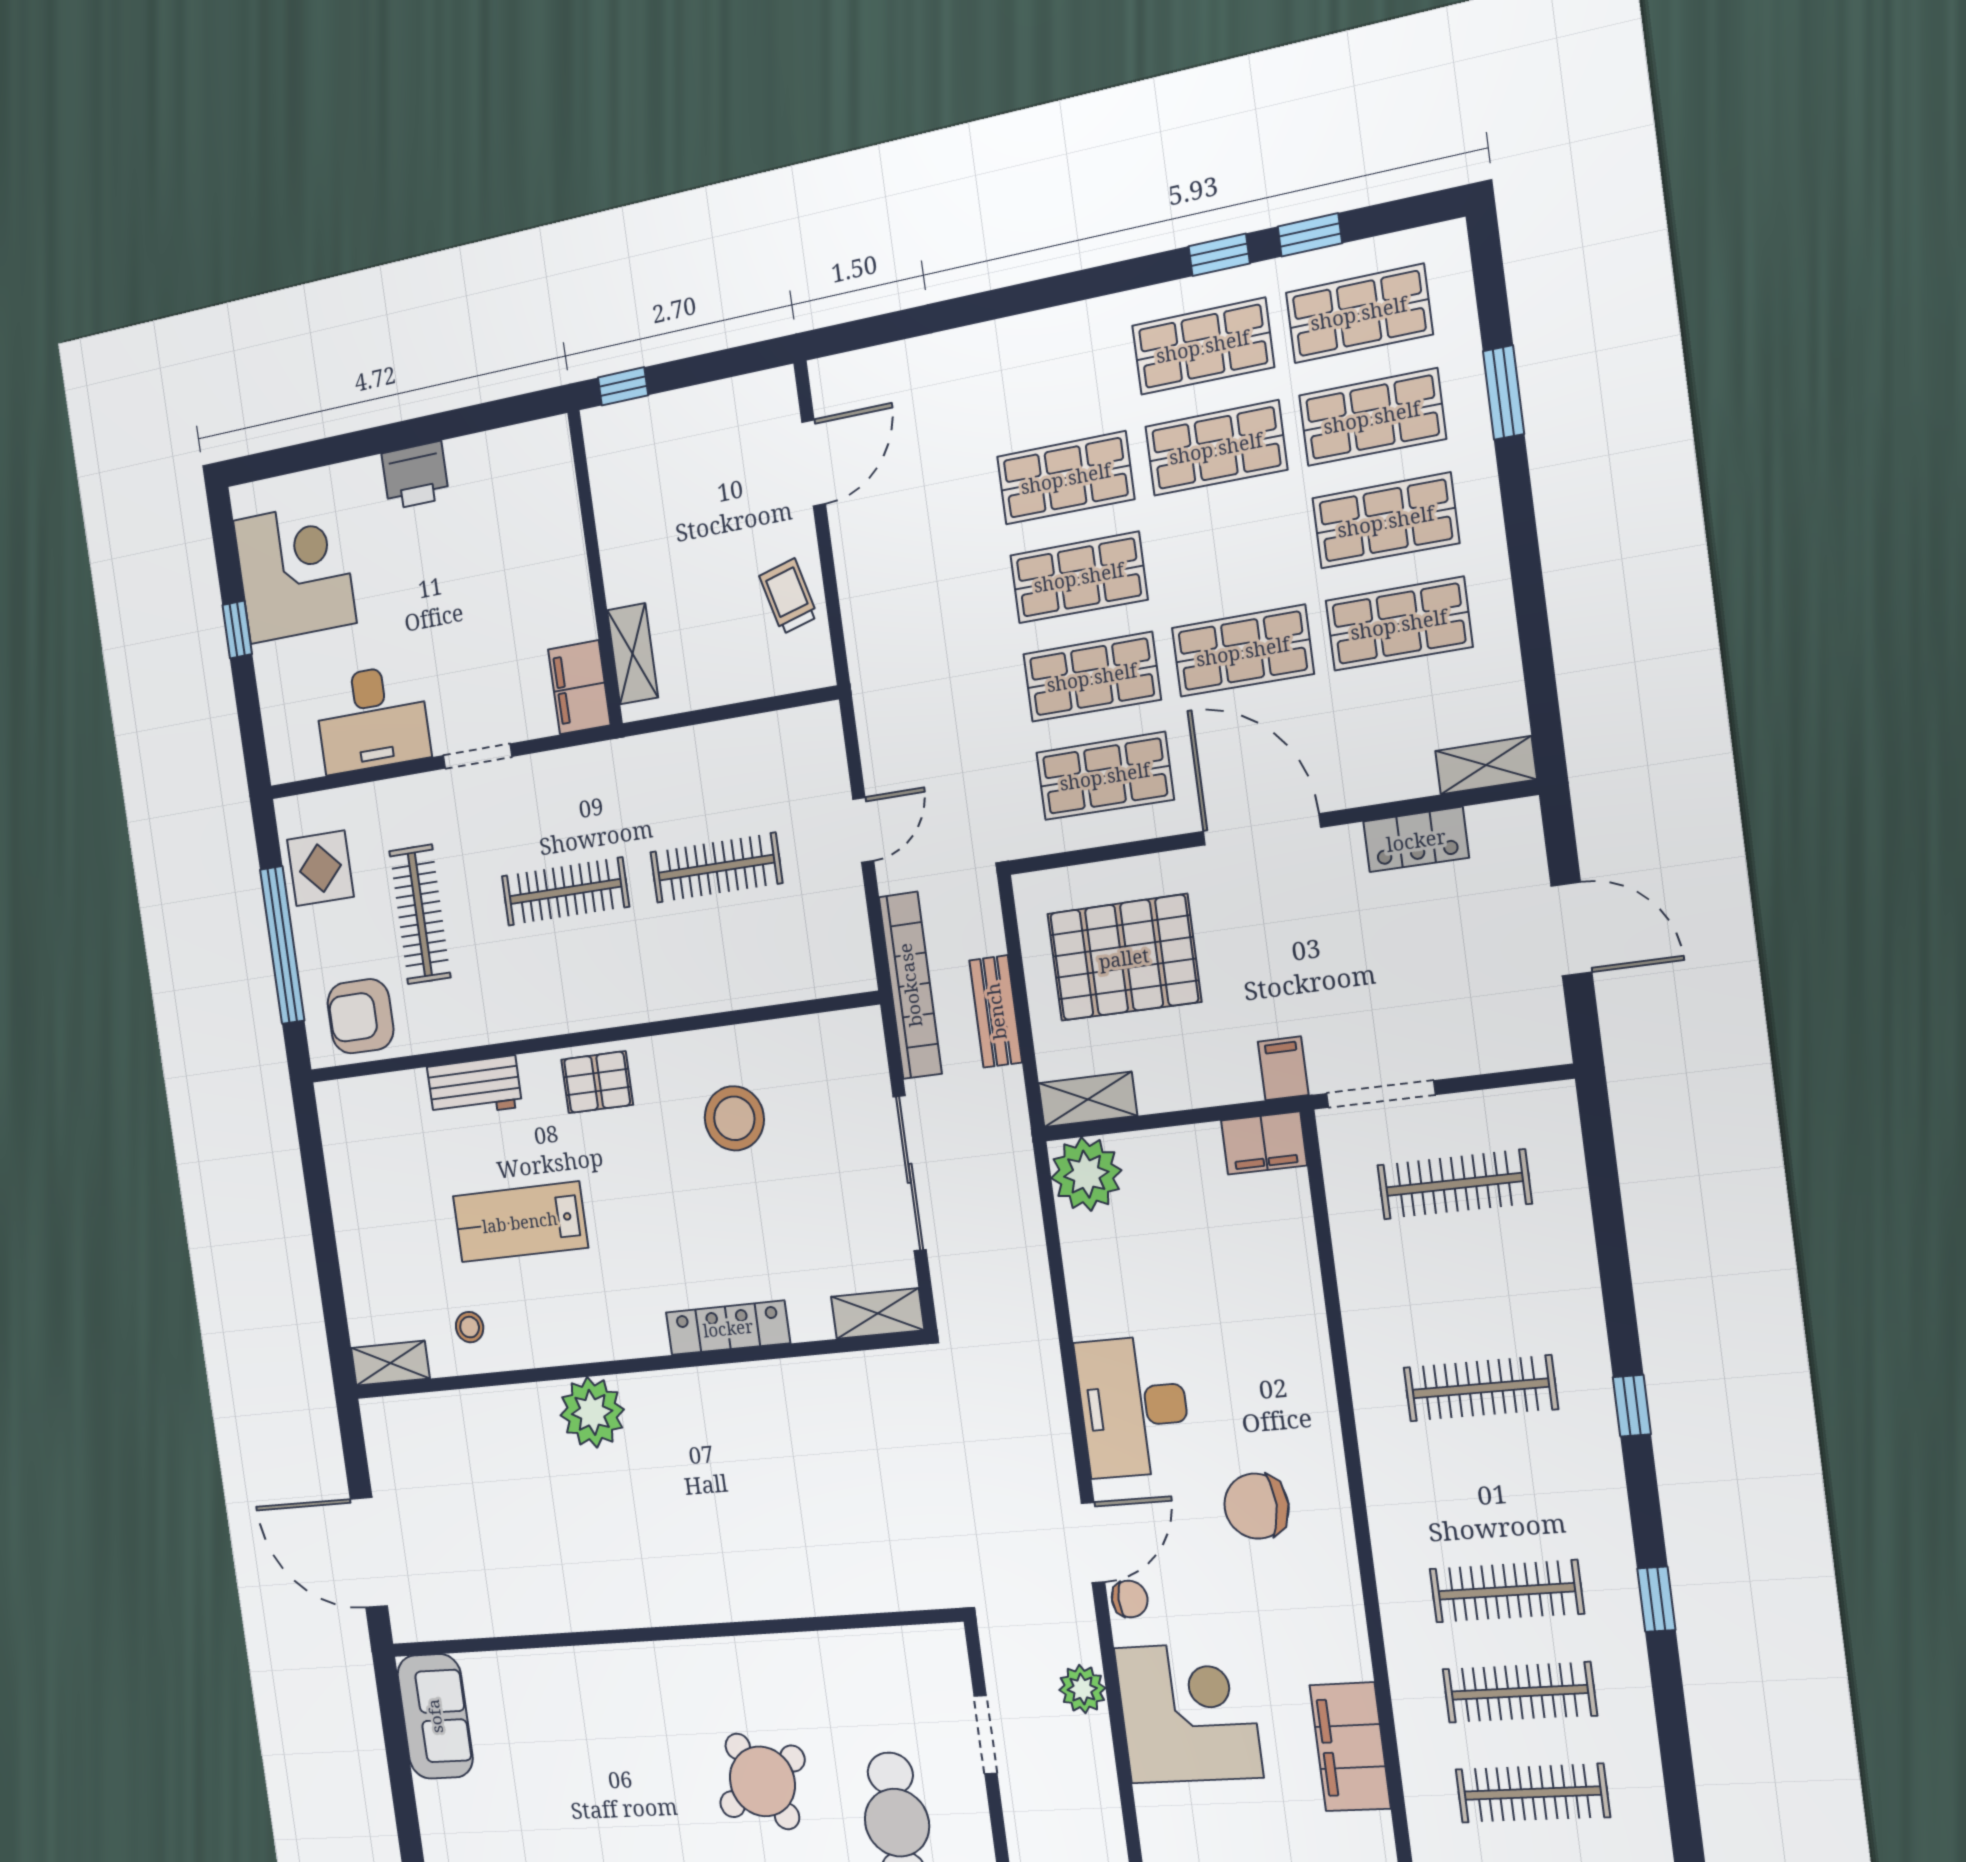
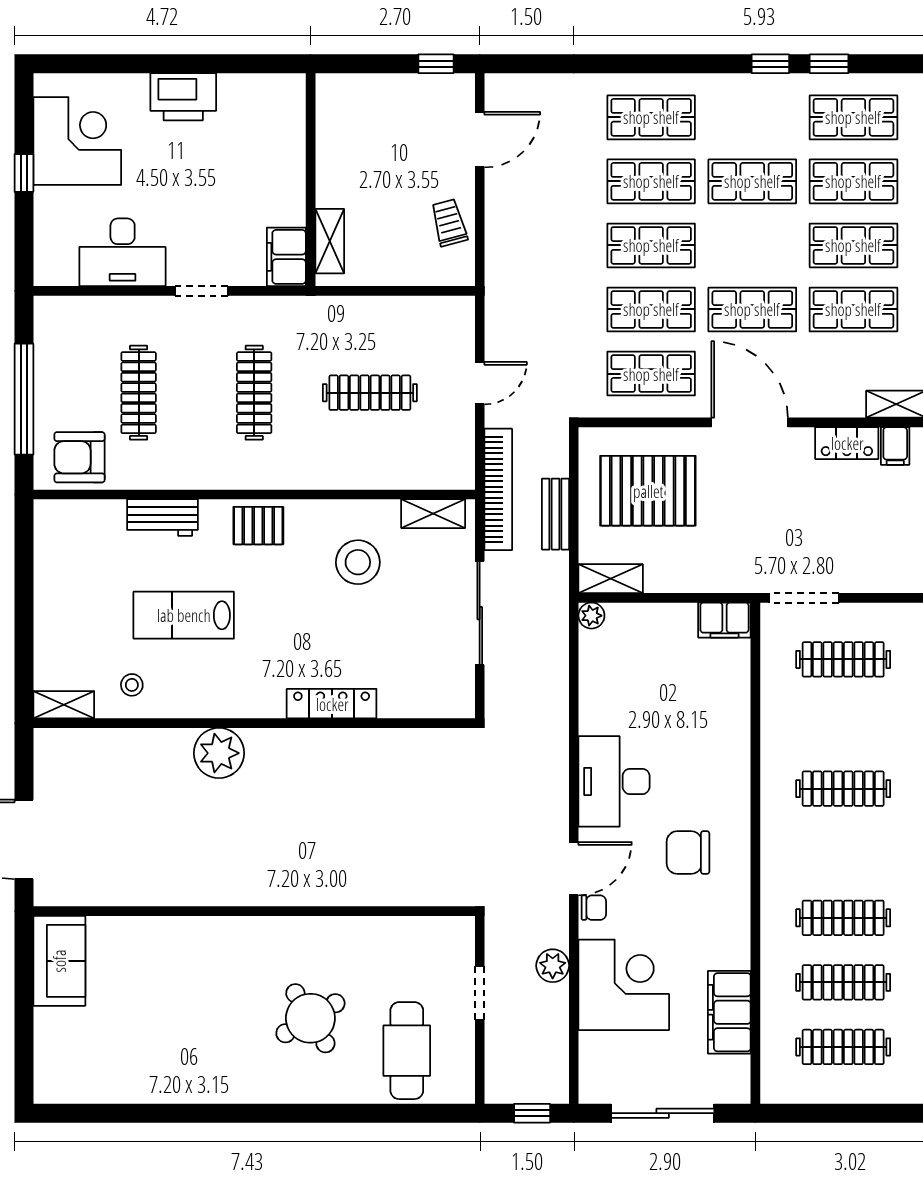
shop shelf: (1203, 346) -> (651, 117), moved
window: (623, 386) -> (436, 64), moved
printer: (415, 476) -> (183, 97), width x1.37, depth x1.19
display table: (320, 868) -> (64, 349), removed
clothes rail: (565, 891) -> (254, 393), turned 90
filing cabinet: (1283, 1068) -> (895, 446), moved, turned 180
plant: (1086, 1174) -> (591, 616), width x0.53, depth x0.53
shelving: (877, 1314) -> (433, 514), moved

